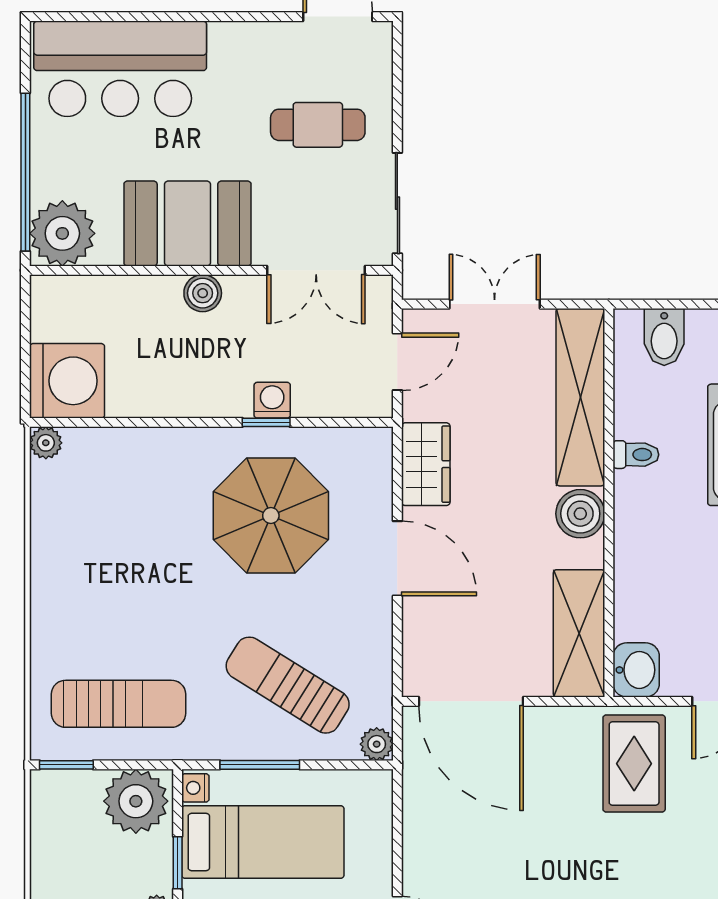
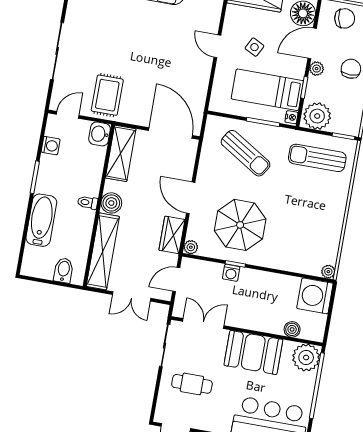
boiler: (203, 293) -> (292, 329), moved
toilet: (636, 455) -> (88, 203), moved
plant: (377, 744) -> (191, 247), moved

